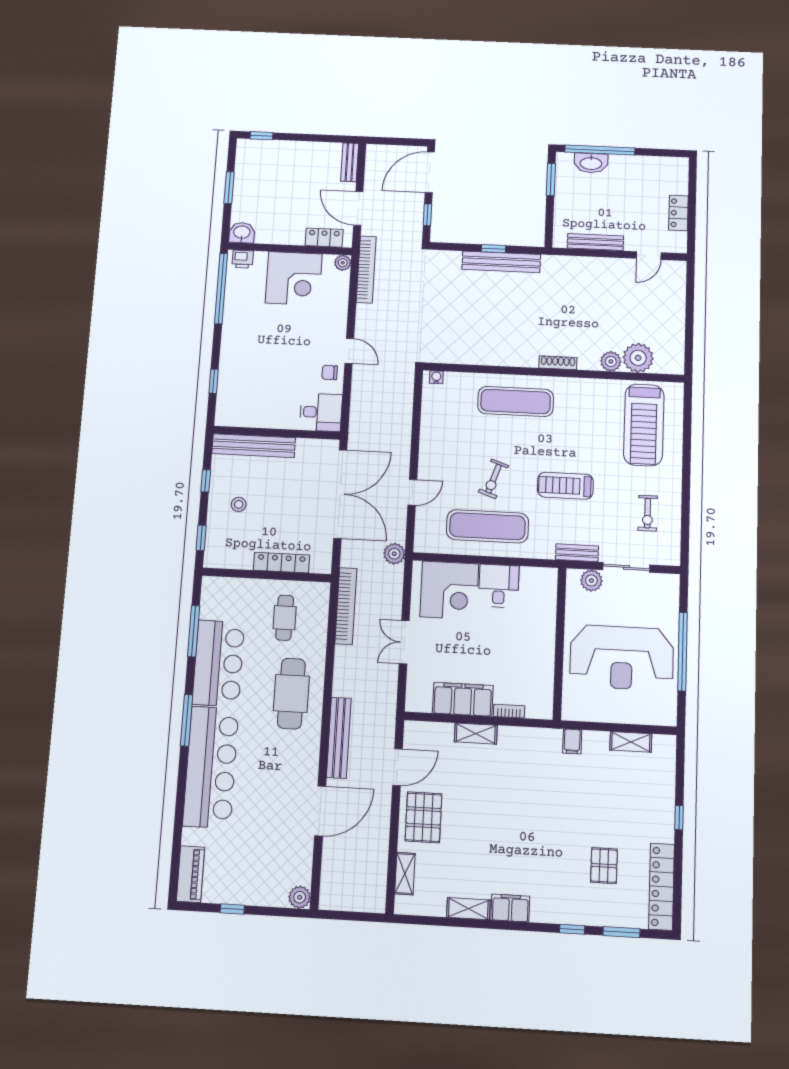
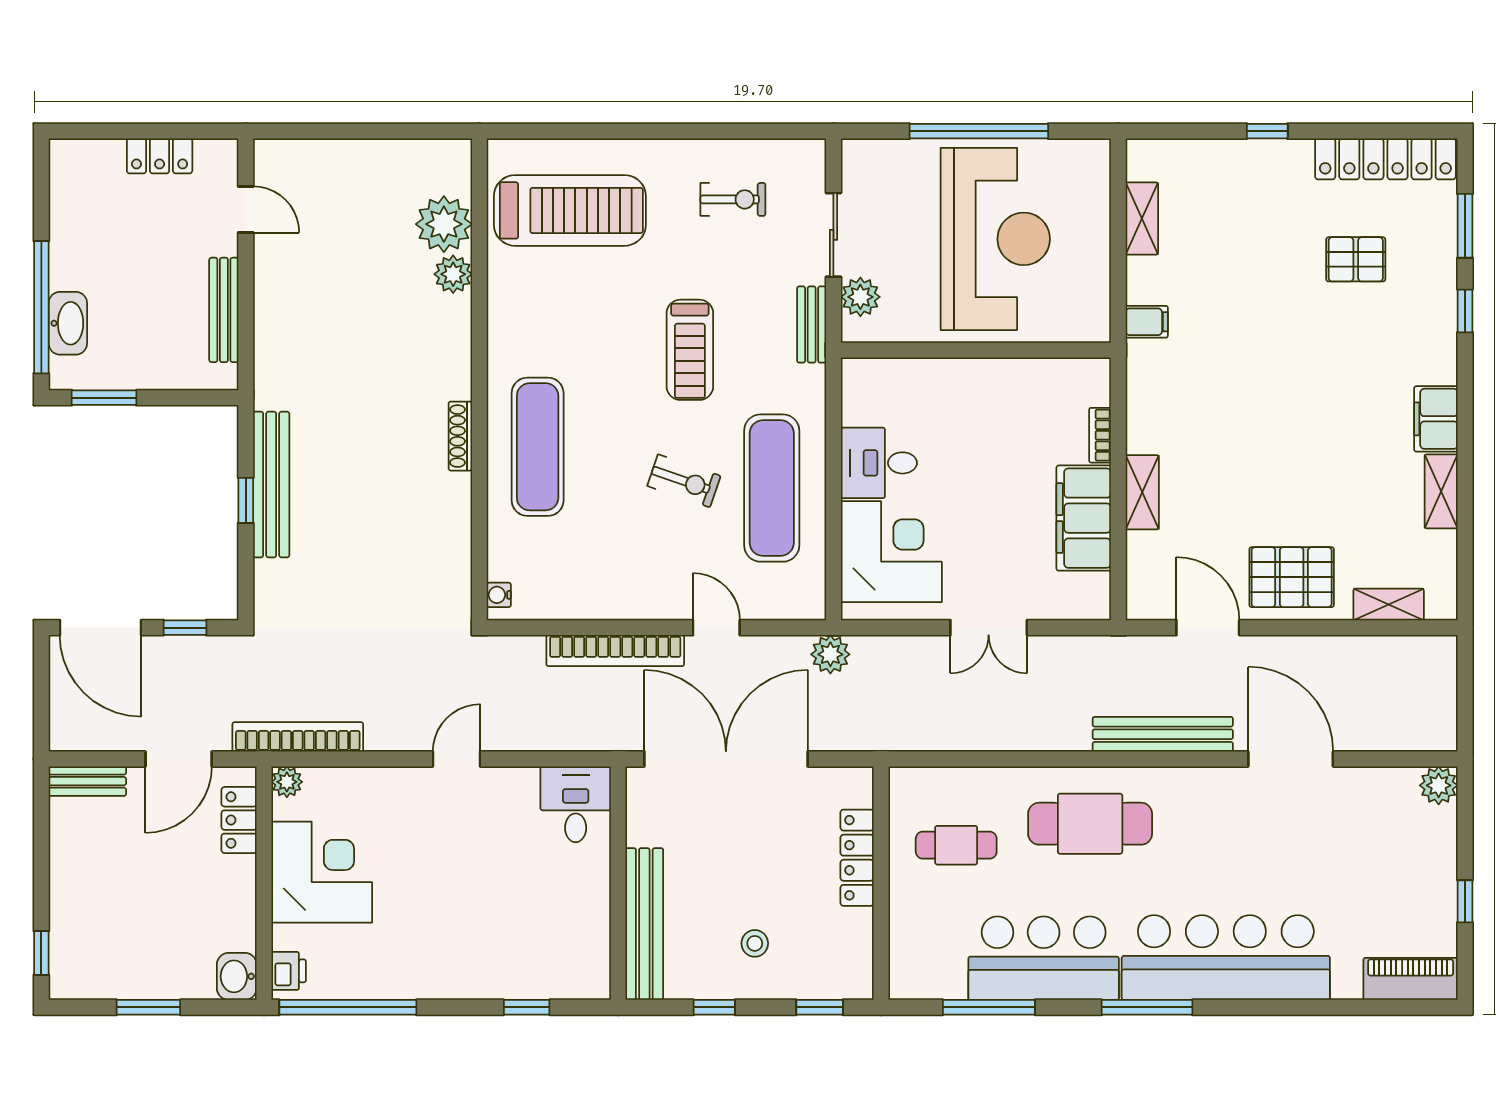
shoe rack: (558, 363) -> (460, 436), moved
chair: (330, 372) -> (500, 793), removed
bookcase: (346, 606) -> (615, 651), moved, turned 180

